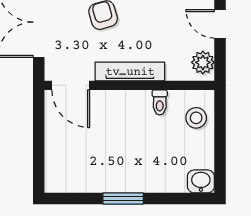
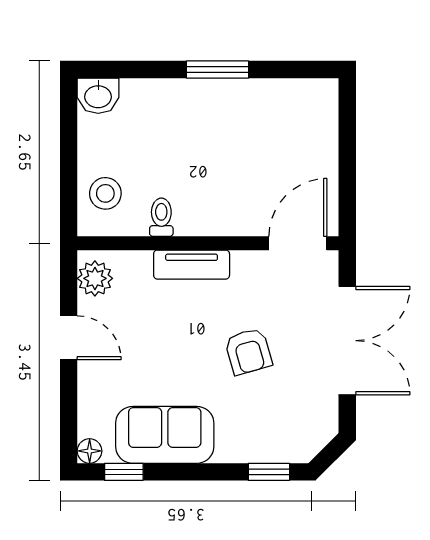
tv unit: (130, 72) -> (192, 265), width x0.71
door: (71, 85) -> (298, 243), hinge flipped

